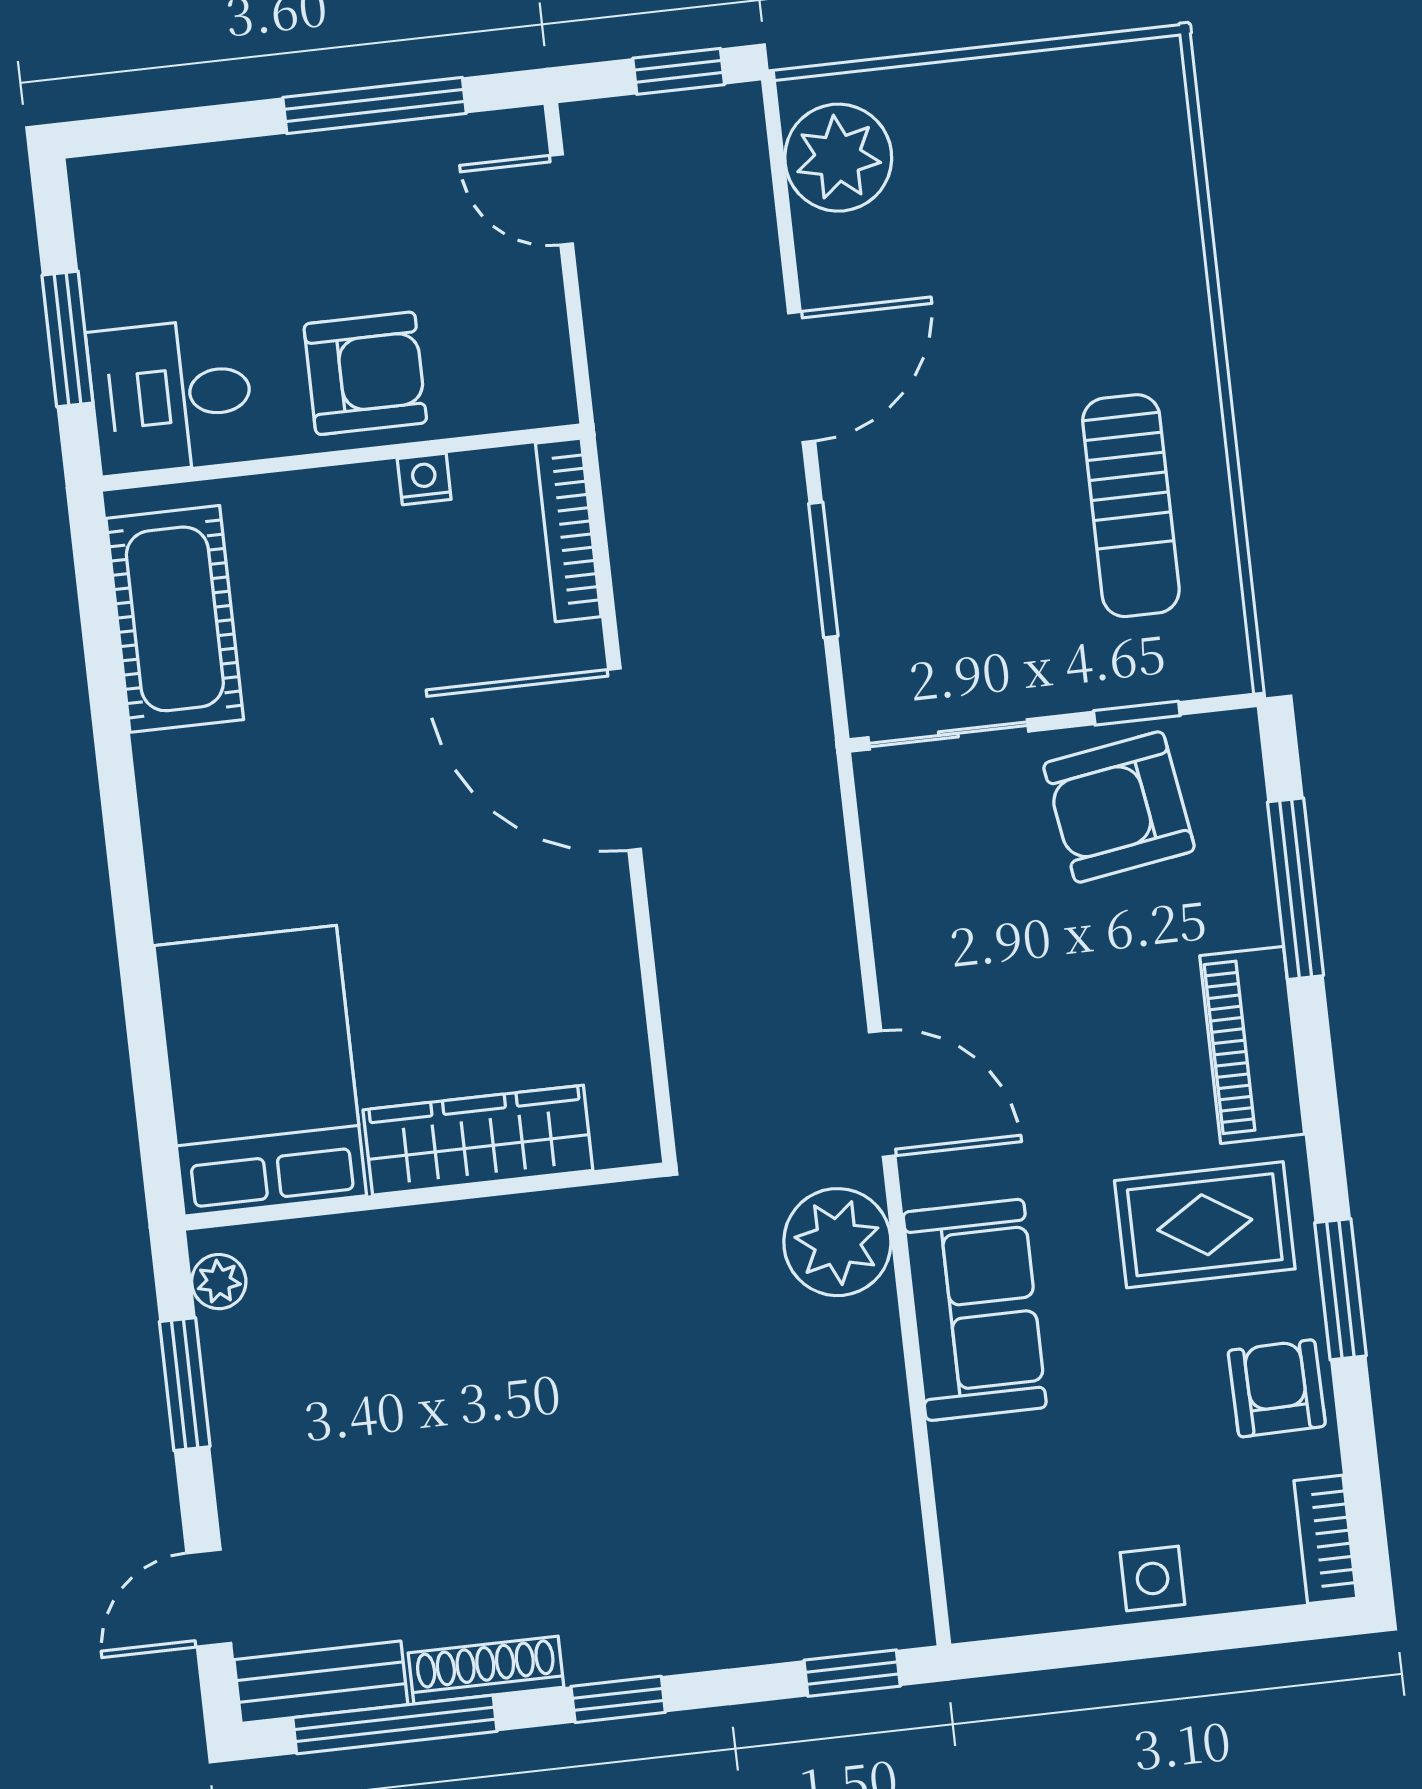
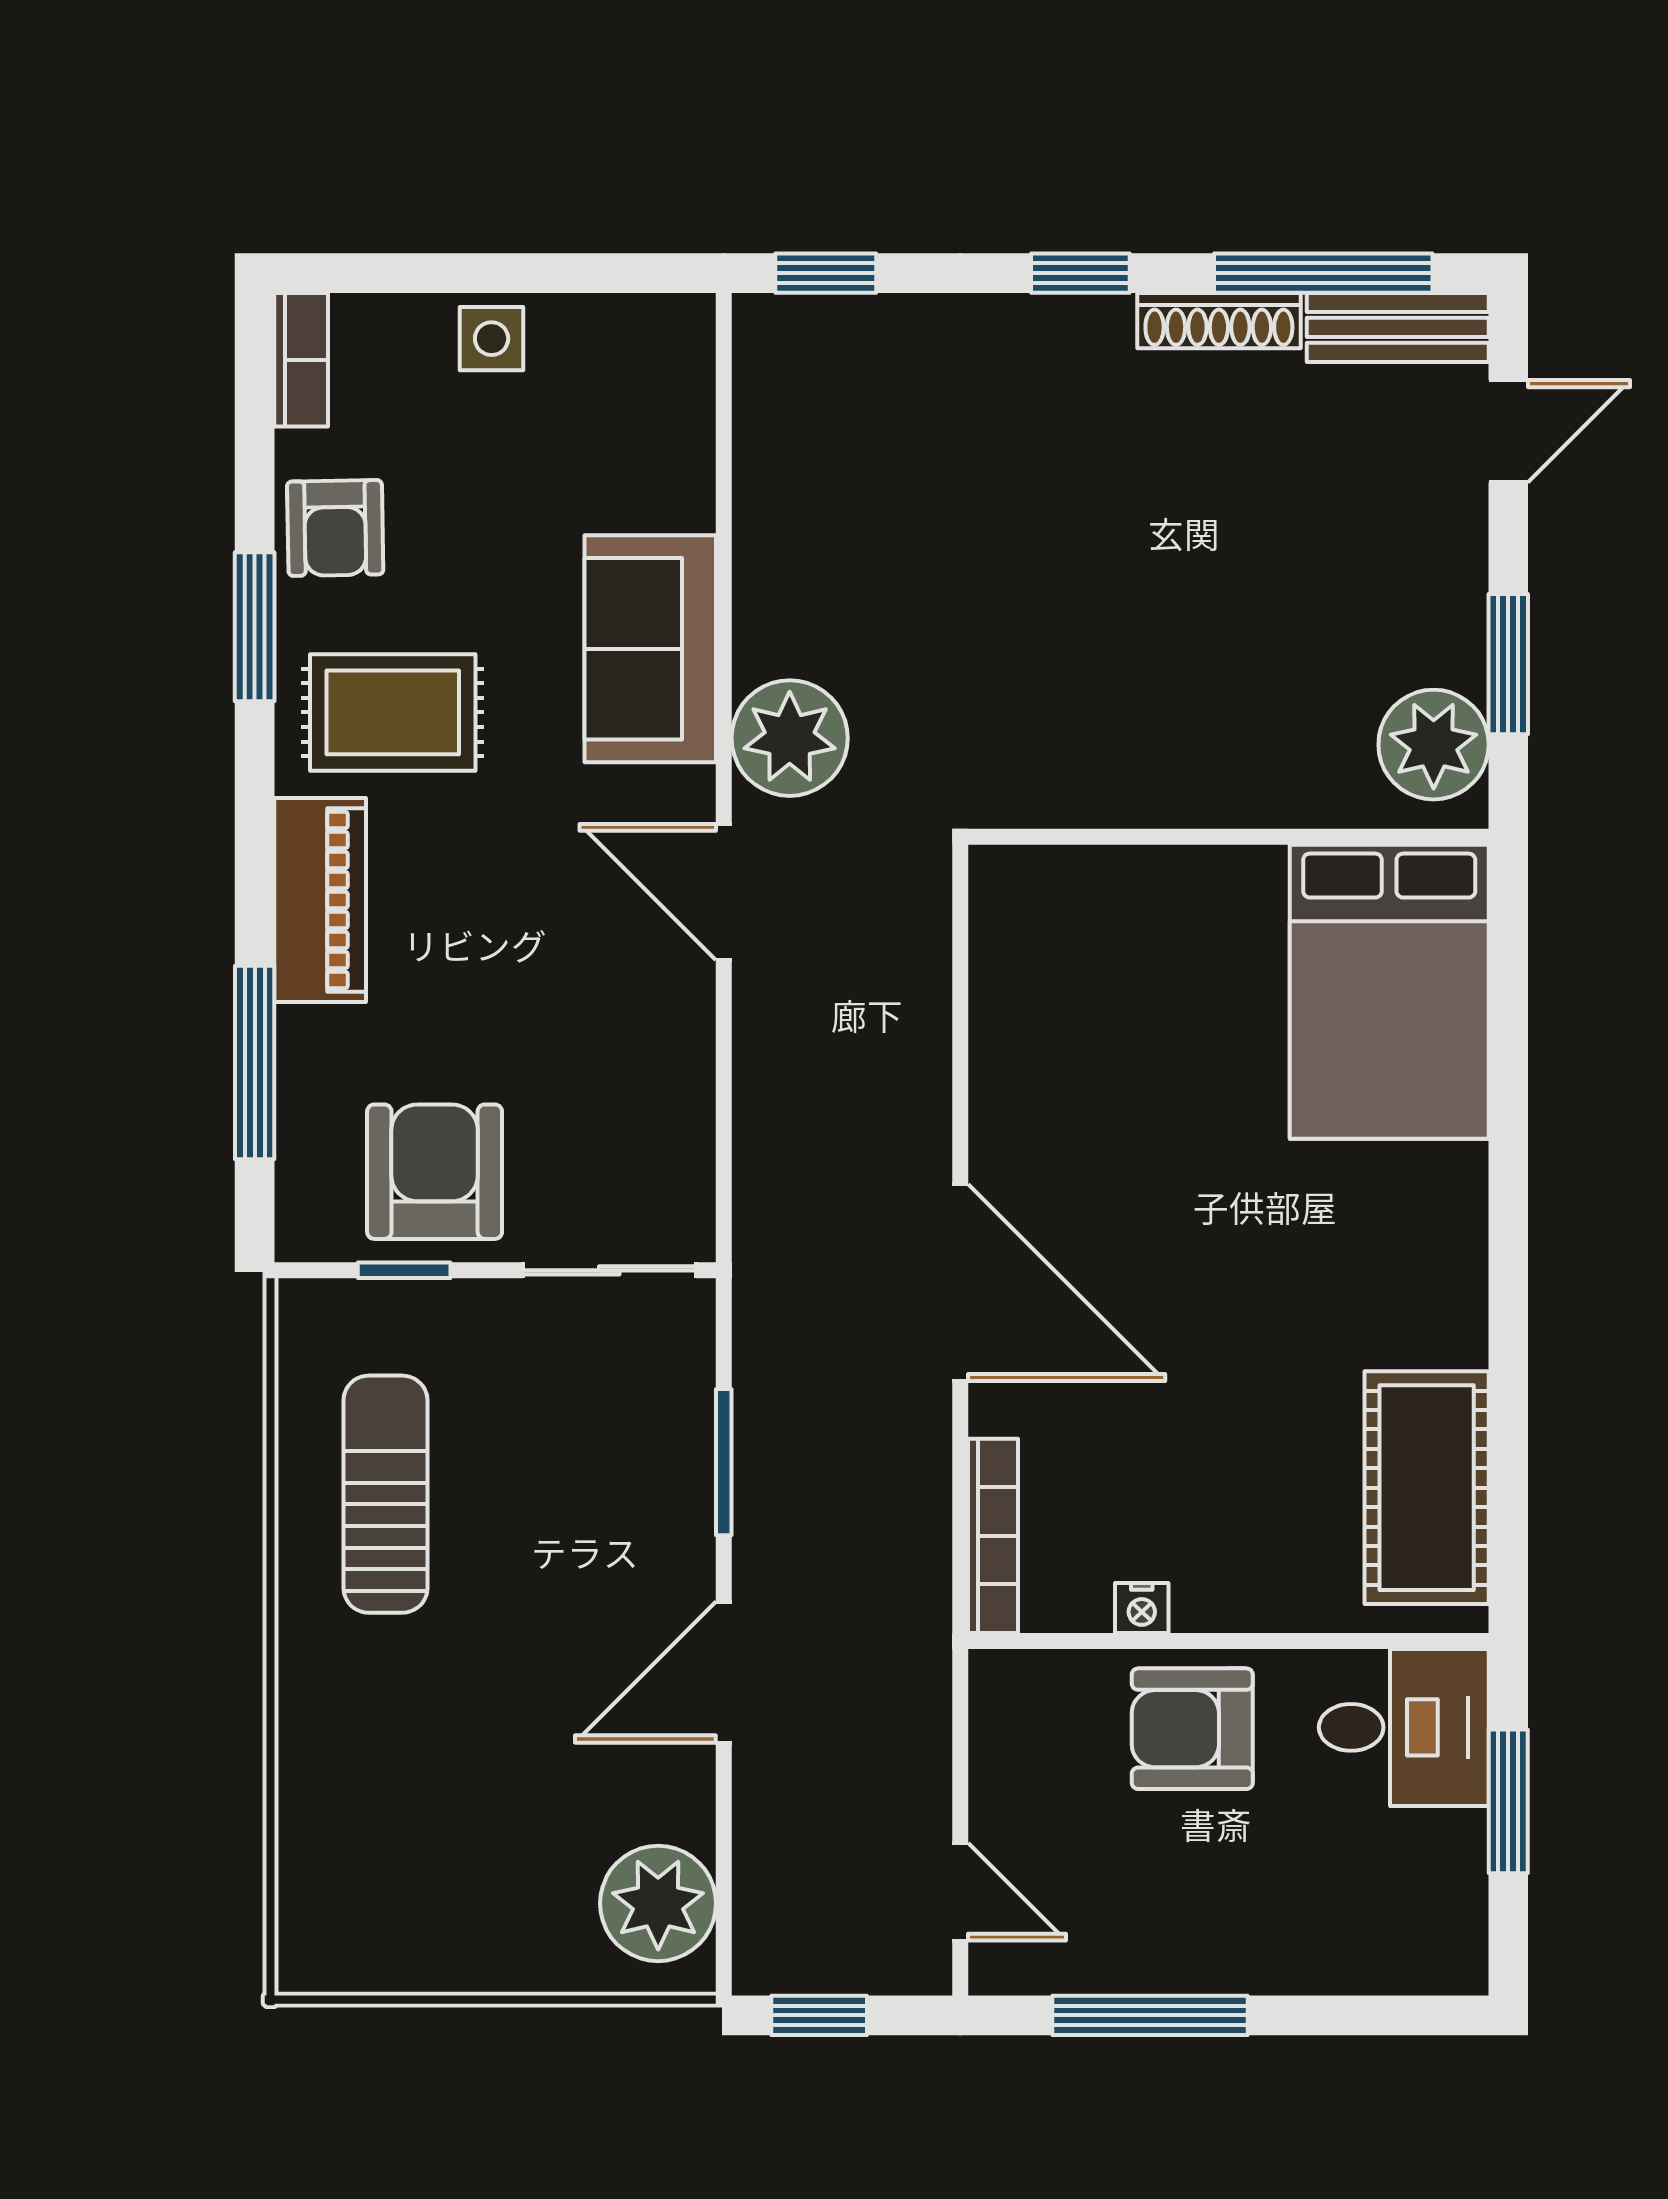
armchair: (1119, 807) -> (435, 1172), turned -81
wardrobe: (478, 1140) -> (1164, 891), removed
plant: (219, 1282) -> (1434, 745), width x1.88, depth x1.88

